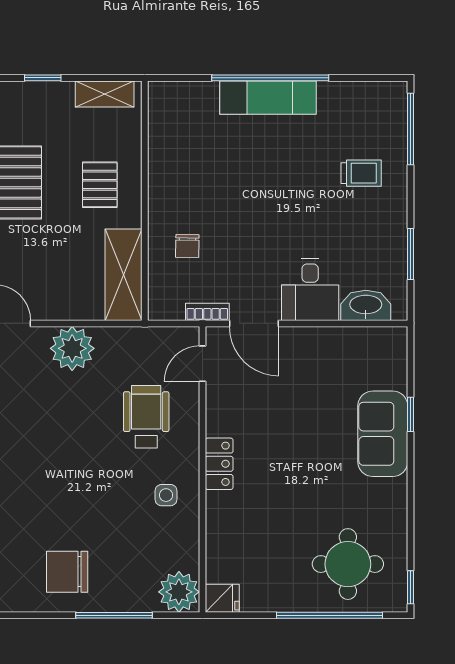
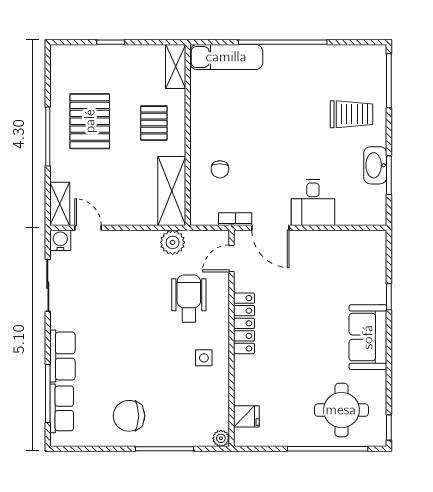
shelving: (105, 94) -> (176, 66), moved, turned 90
exam couch: (268, 98) -> (226, 57), moved
trolley: (361, 173) -> (351, 114), width x1.36, depth x1.39
washbasin: (366, 305) -> (375, 165), moved, turned -90
plant: (72, 348) -> (173, 242), moved, width x0.73, depth x0.73
sofa: (383, 434) -> (368, 337), moved
locker: (219, 464) -> (244, 323), width x1.53
plant: (179, 592) -> (221, 438), width x0.53, depth x0.53
fridge: (222, 598) -> (246, 416), moved

